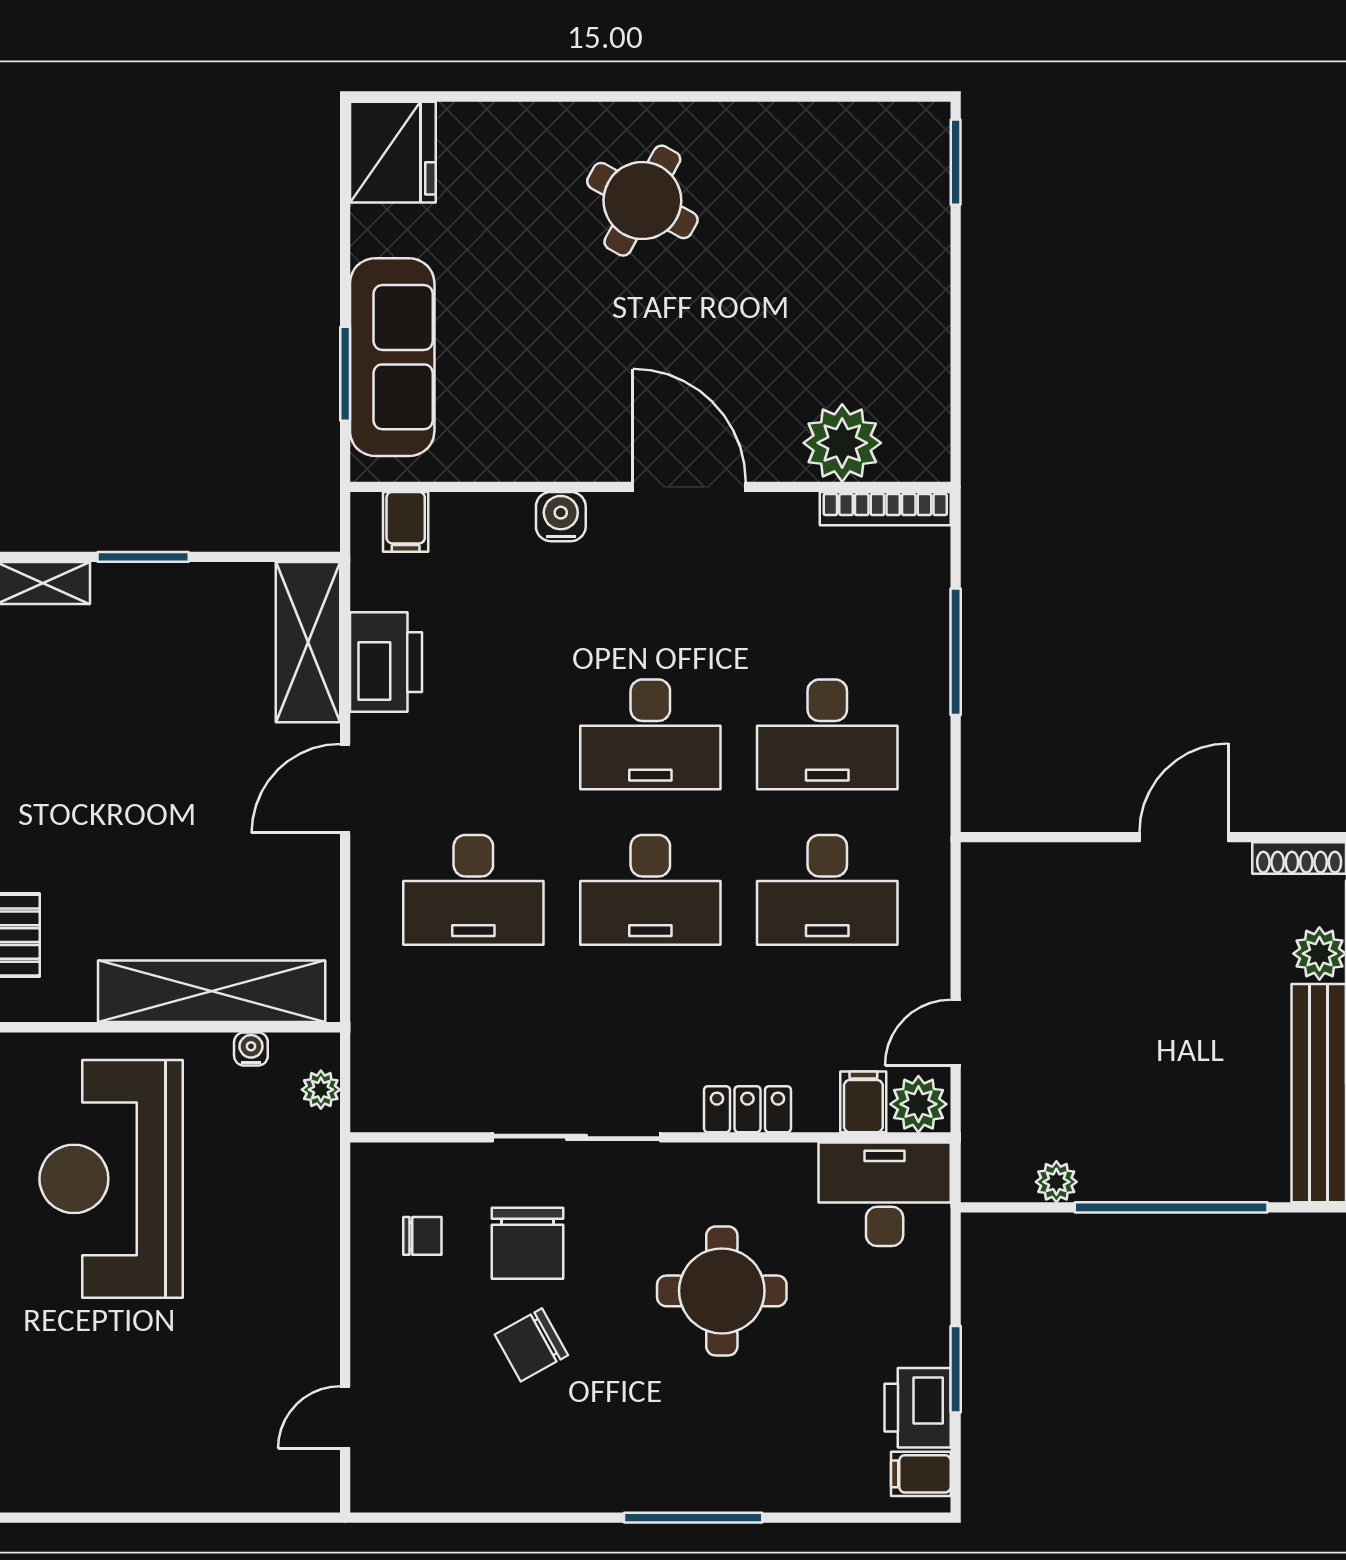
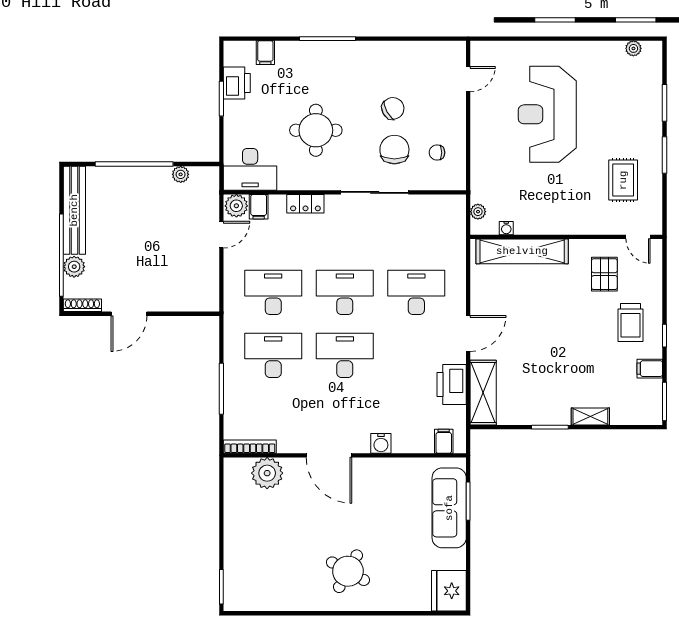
reception desk: (111, 1179) -> (547, 114), moved, turned 180
filing cabinet: (921, 1474) -> (265, 53), moved, turned 90

